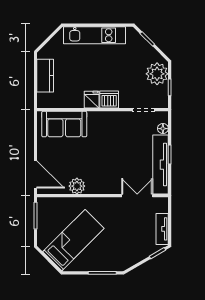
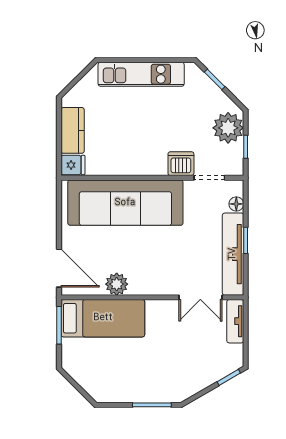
fridge: (92, 100) -> (73, 165), moved, turned 90
dishwasher: (109, 100) -> (181, 164), moved
sofa: (64, 124) -> (125, 203), width x1.85, depth x1.27
double door: (137, 196) -> (200, 297), swing flipped
tv unit: (162, 229) -> (235, 321), moved
bed: (73, 240) -> (103, 318), moved, turned 45

